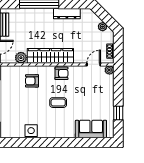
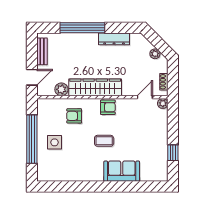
sofa: (91, 129) -> (122, 171), moved
side table: (31, 131) -> (54, 142), moved

